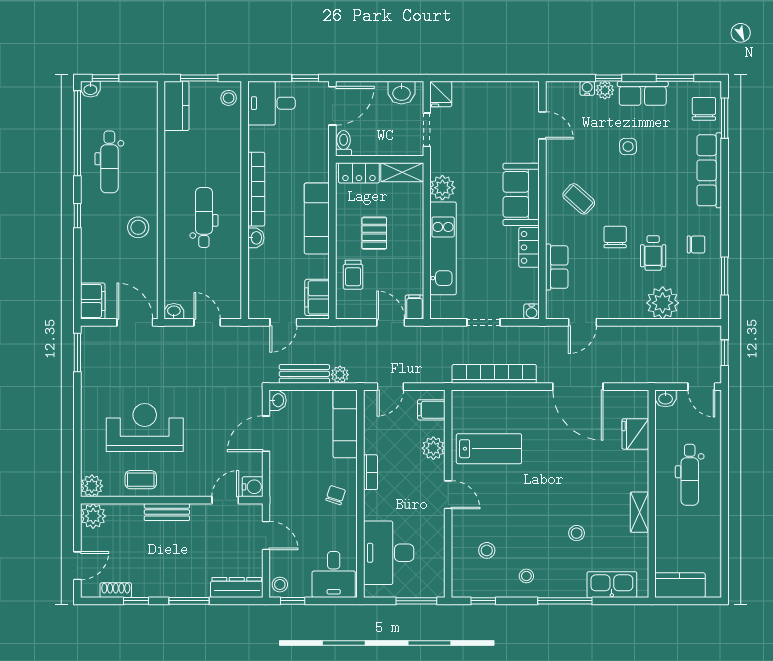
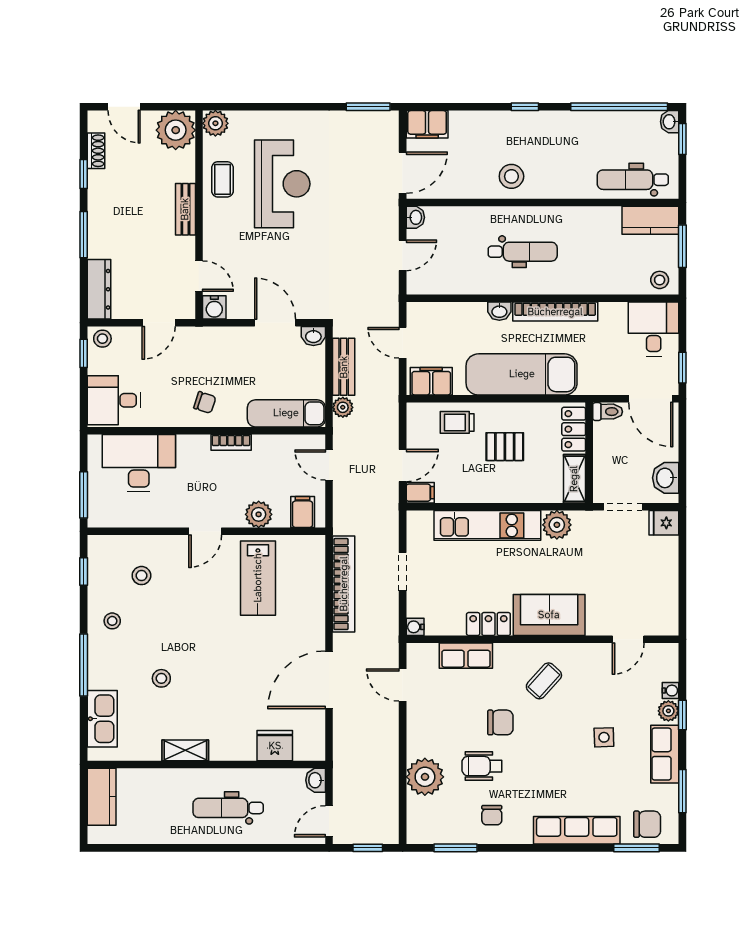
dental chair: (109, 162) -> (633, 180), moved
exam couch: (317, 218) -> (522, 374), width x1.36, depth x1.45
plant: (93, 516) -> (176, 130), width x1.36, depth x1.36

